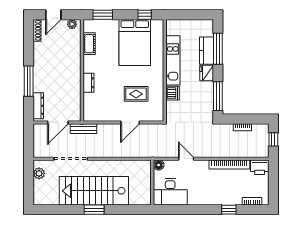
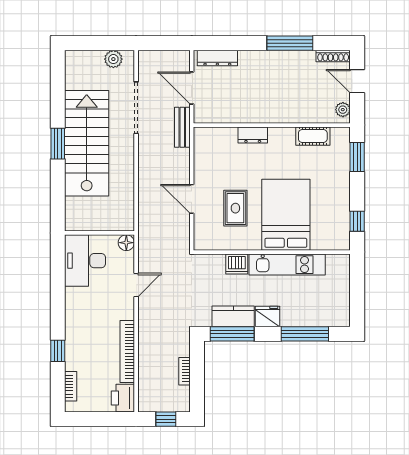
bed: (135, 42) -> (286, 215), moved, turned 90
kitchen counter: (207, 51) -> (233, 316), moved
window: (29, 81) -> (290, 43), moved

